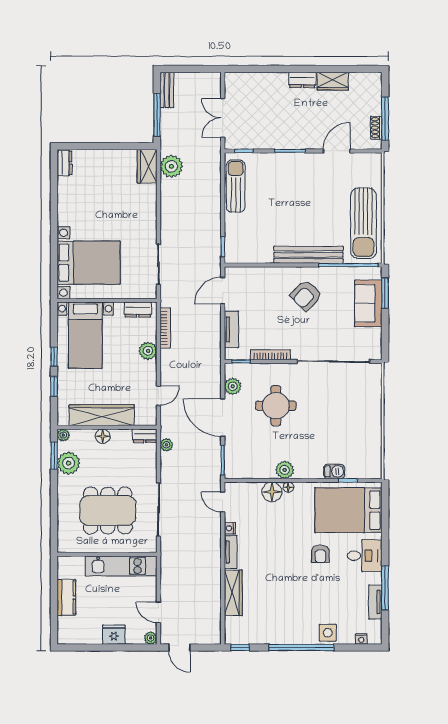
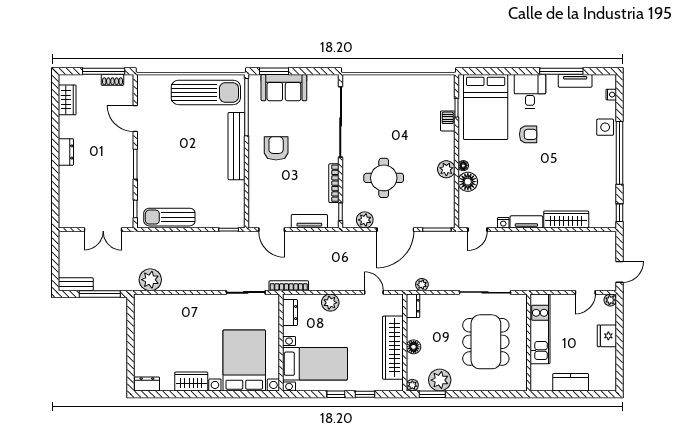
wardrobe: (333, 81) -> (67, 100), moved
wardrobe: (147, 166) -> (191, 382), moved, turned 180
armchair: (306, 295) -> (276, 148), turned -135
bookcase: (165, 328) -> (289, 286), moved

